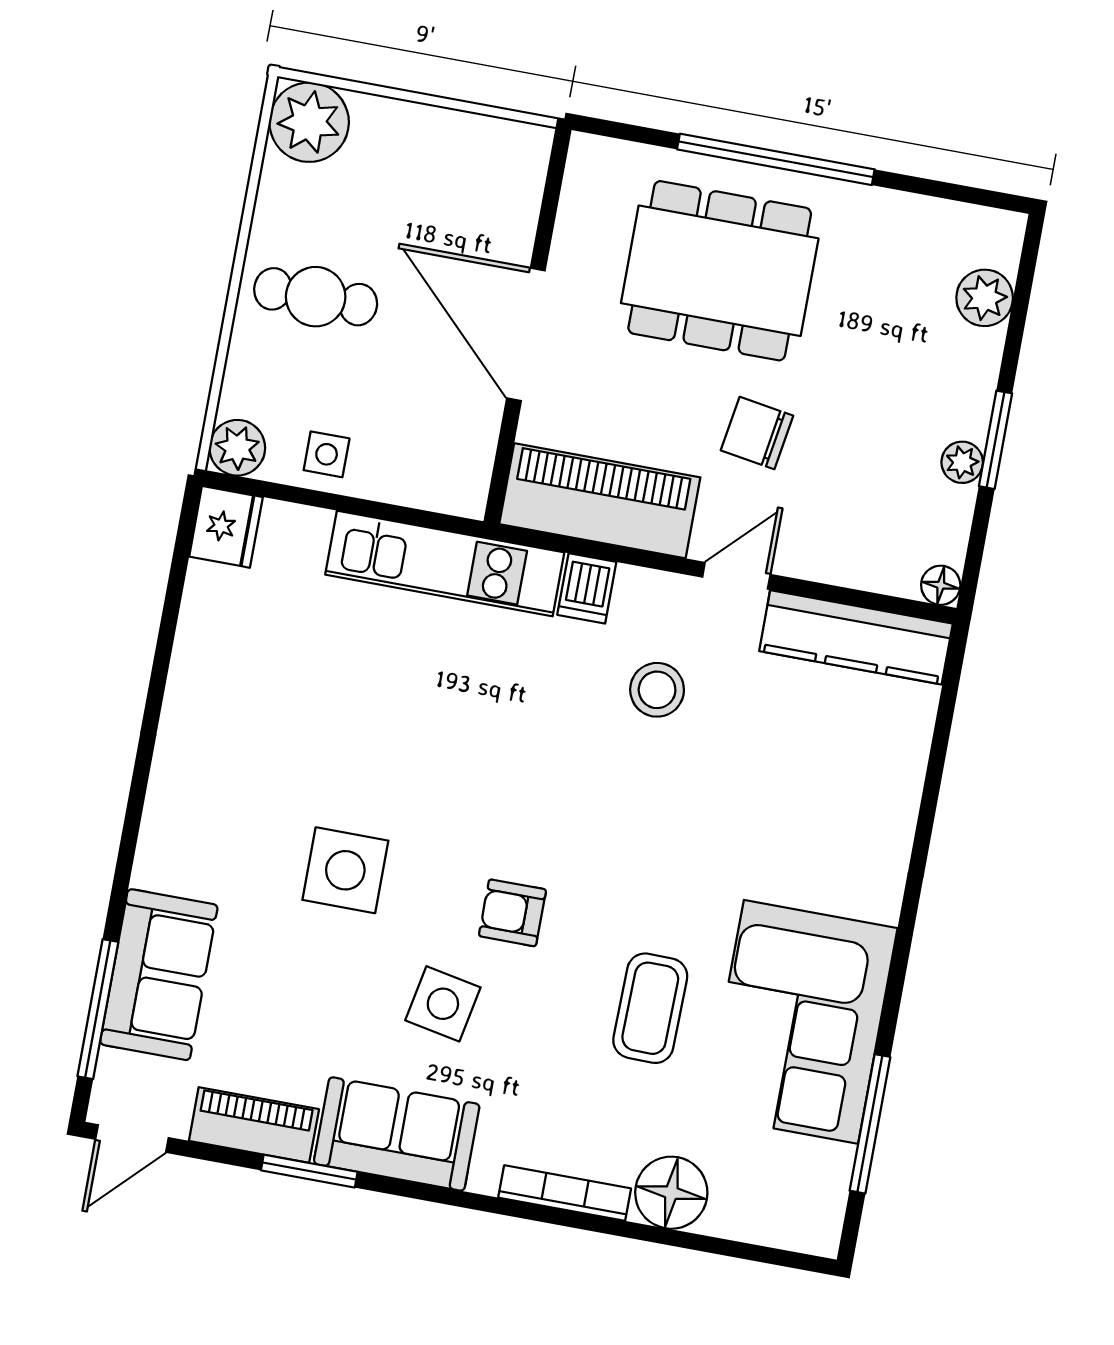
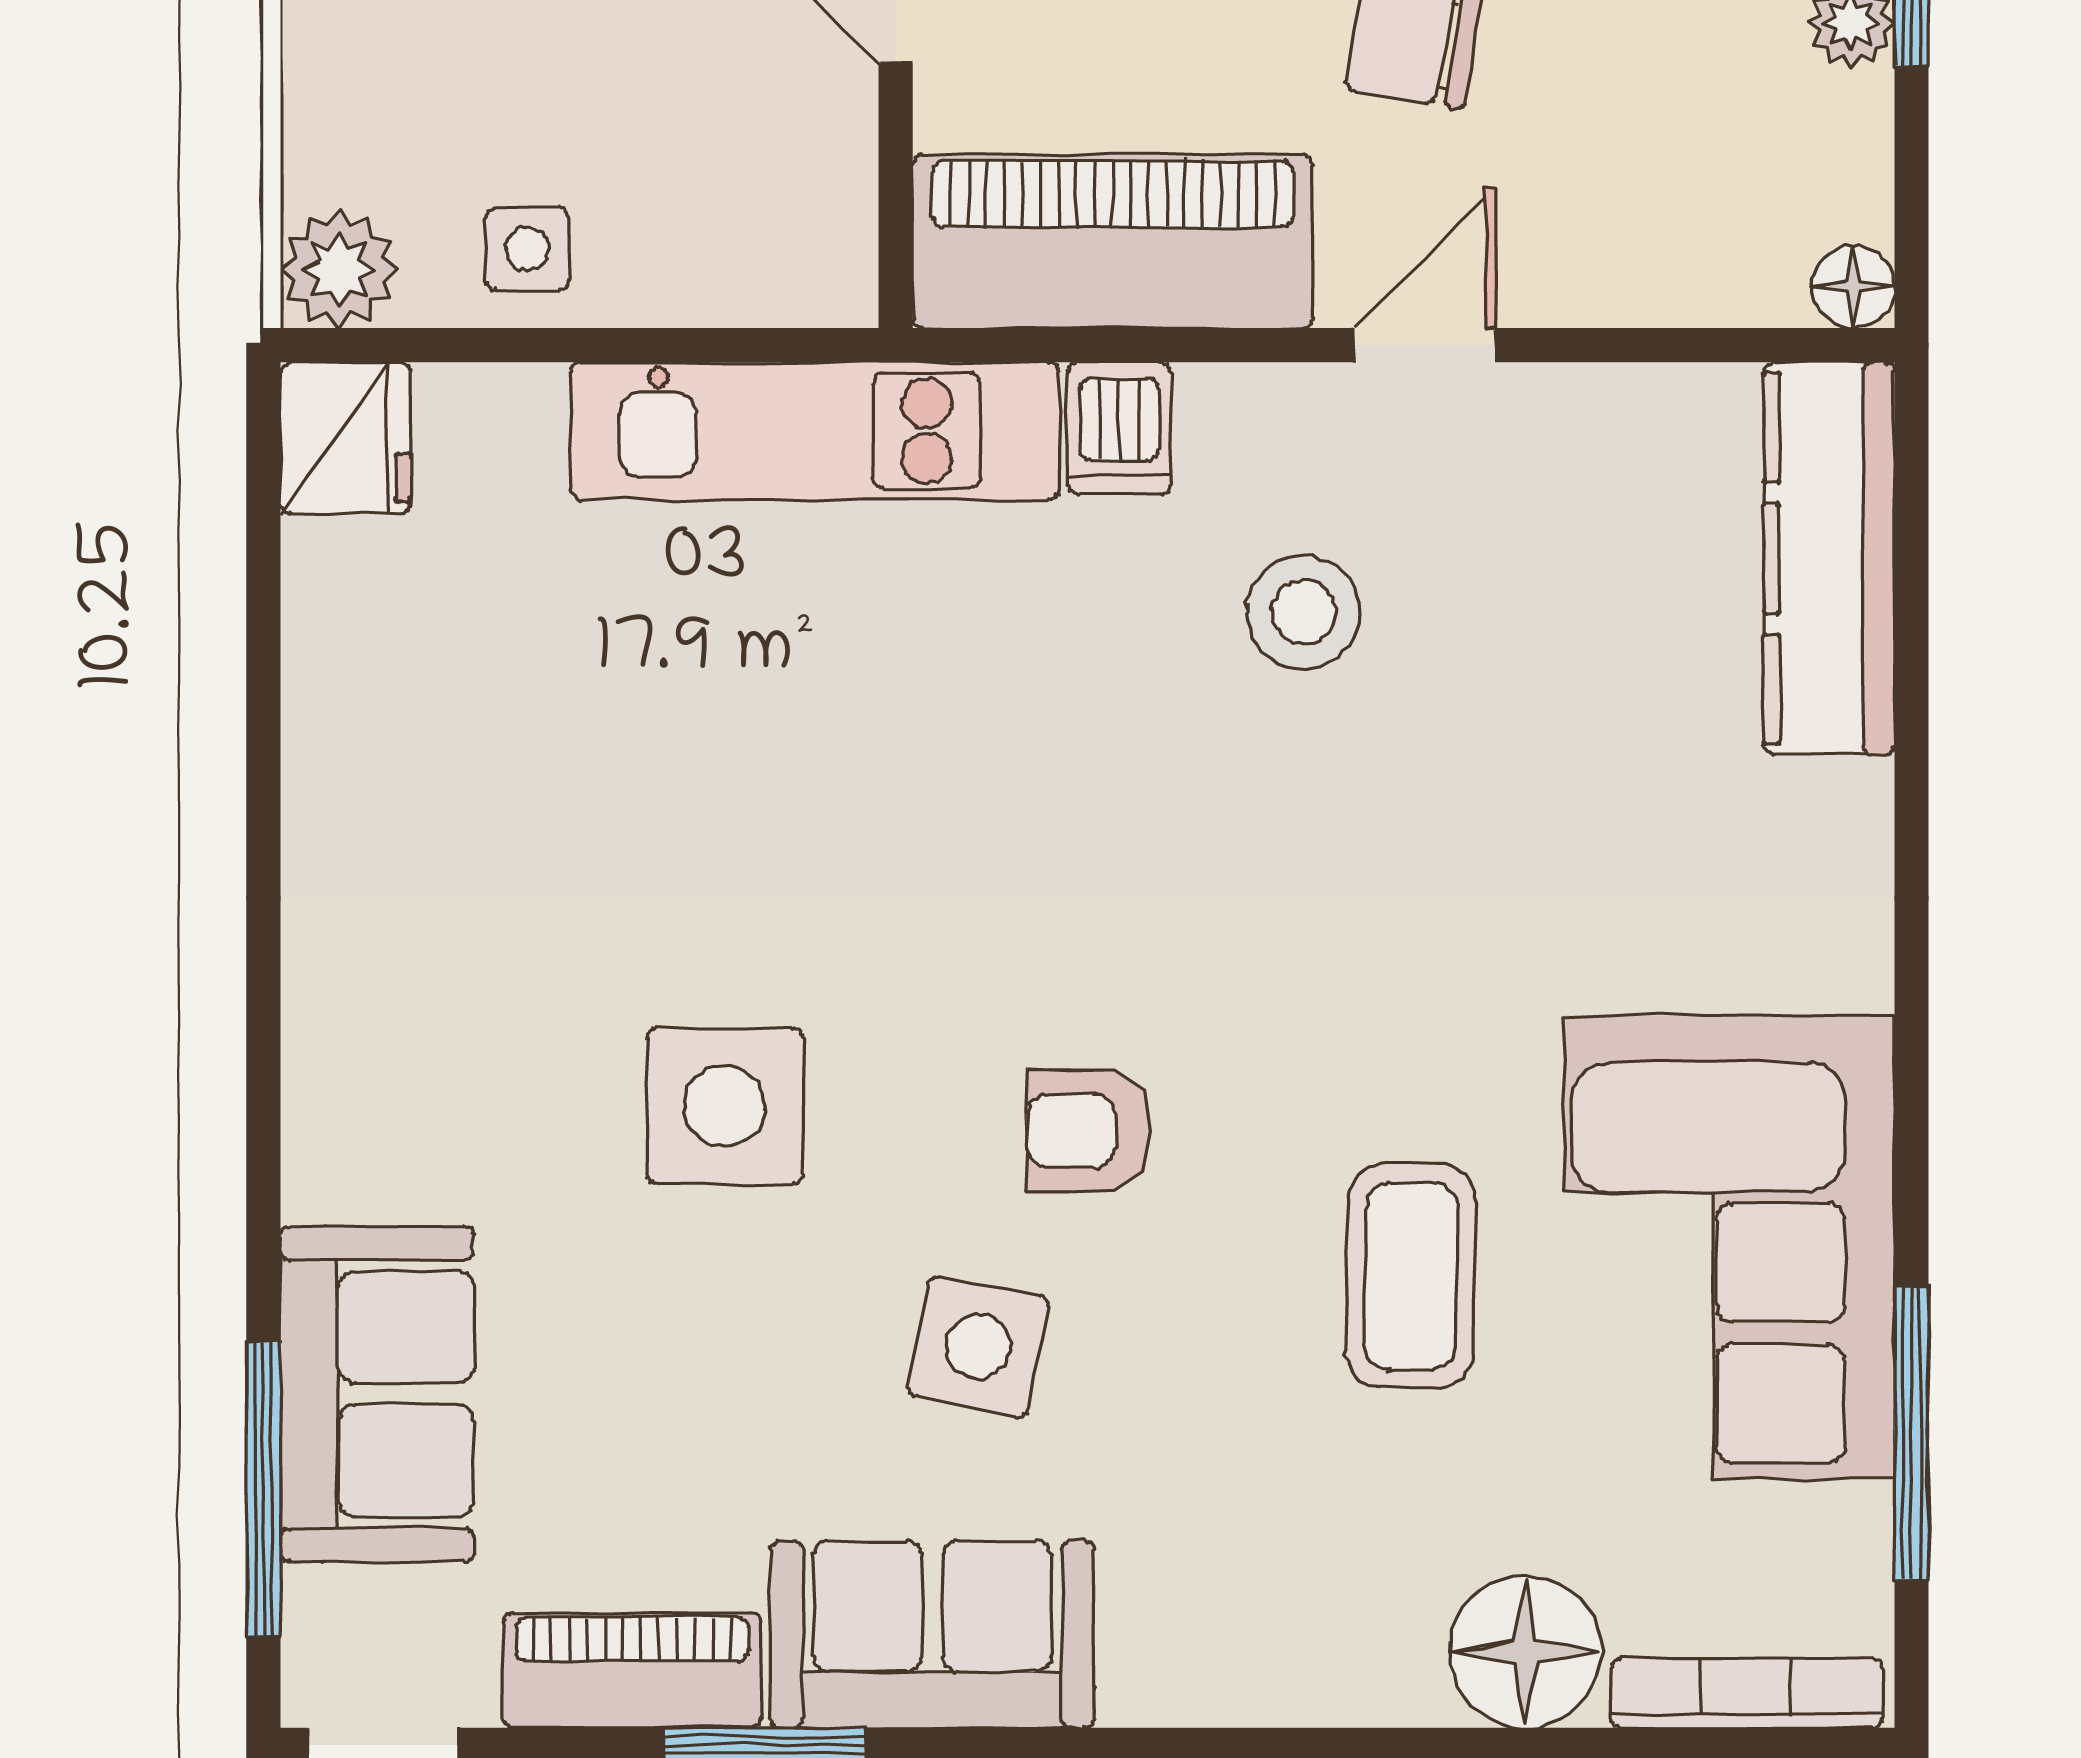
kitchen counter: (856, 637) -> (1829, 558), moved, turned 90
bookcase: (565, 1193) -> (1747, 1693), moved

